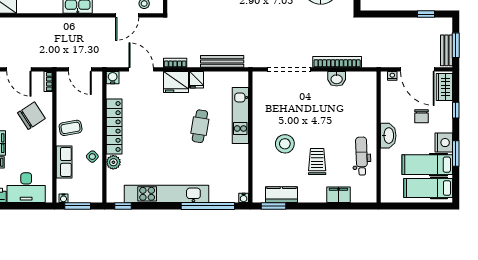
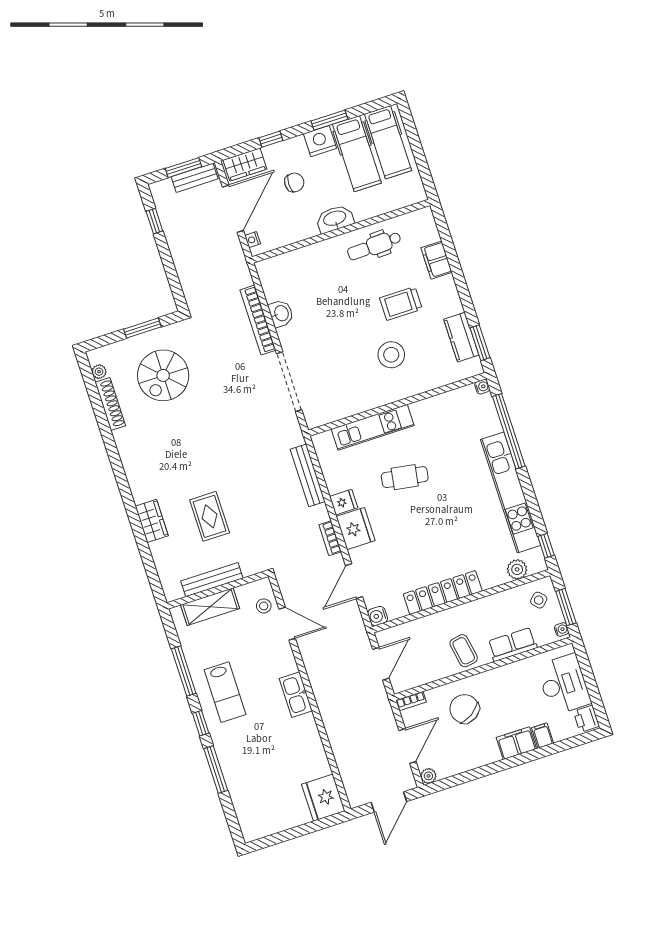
side table: (92, 157) -> (539, 600), moved
plant: (113, 162) -> (517, 569), moved

